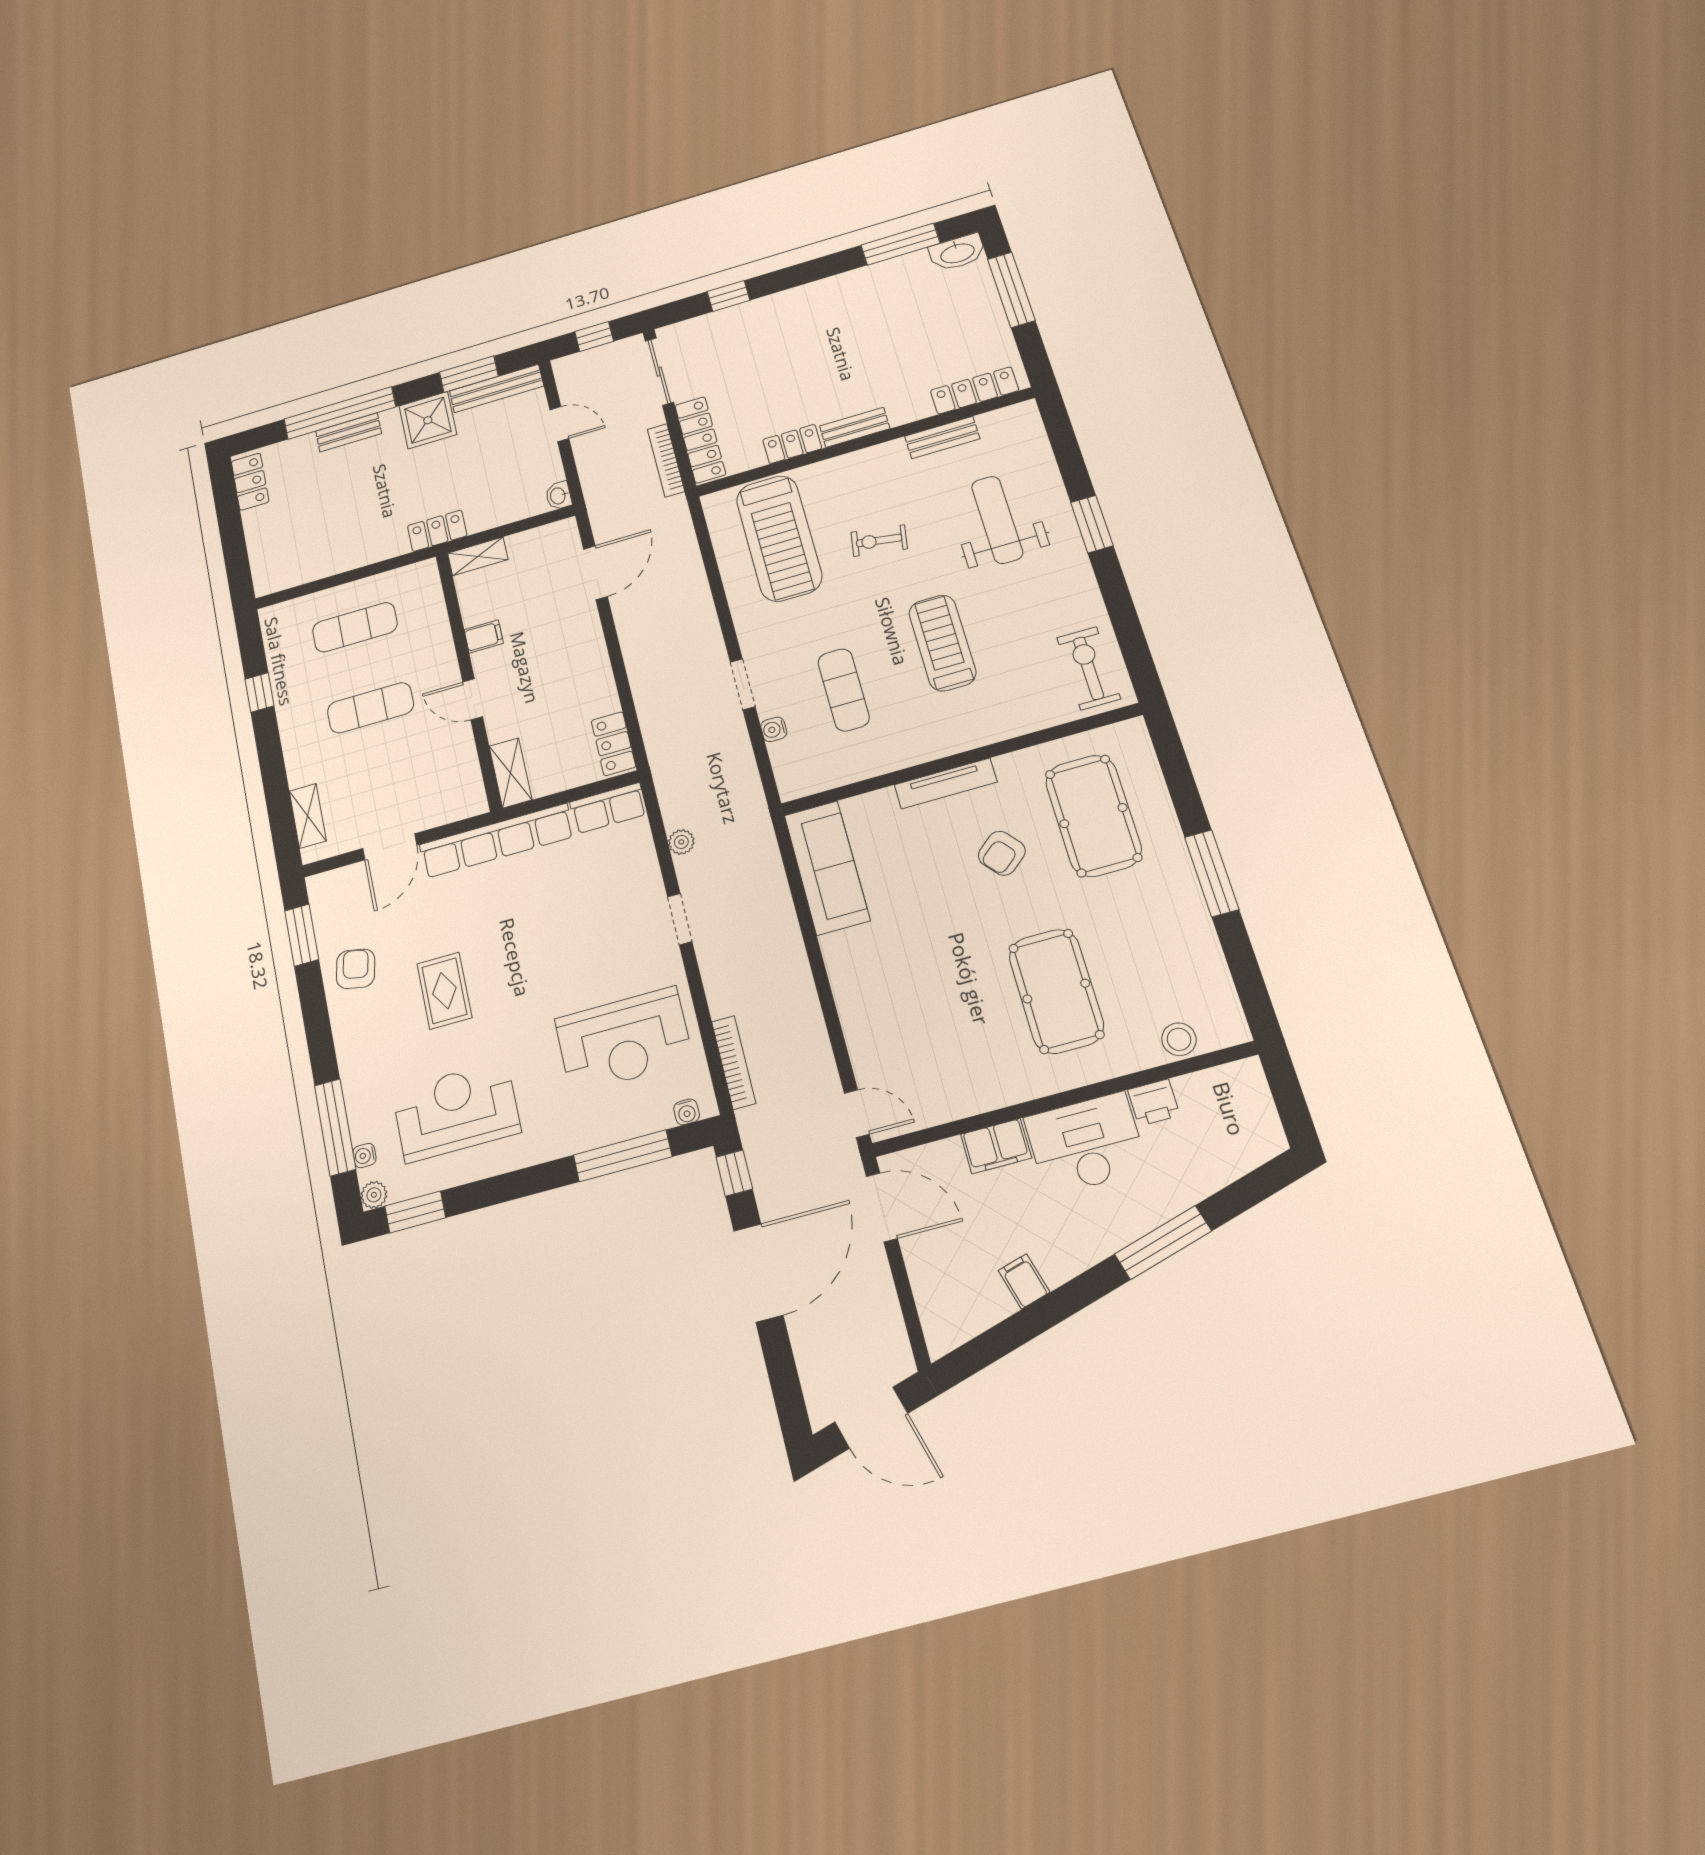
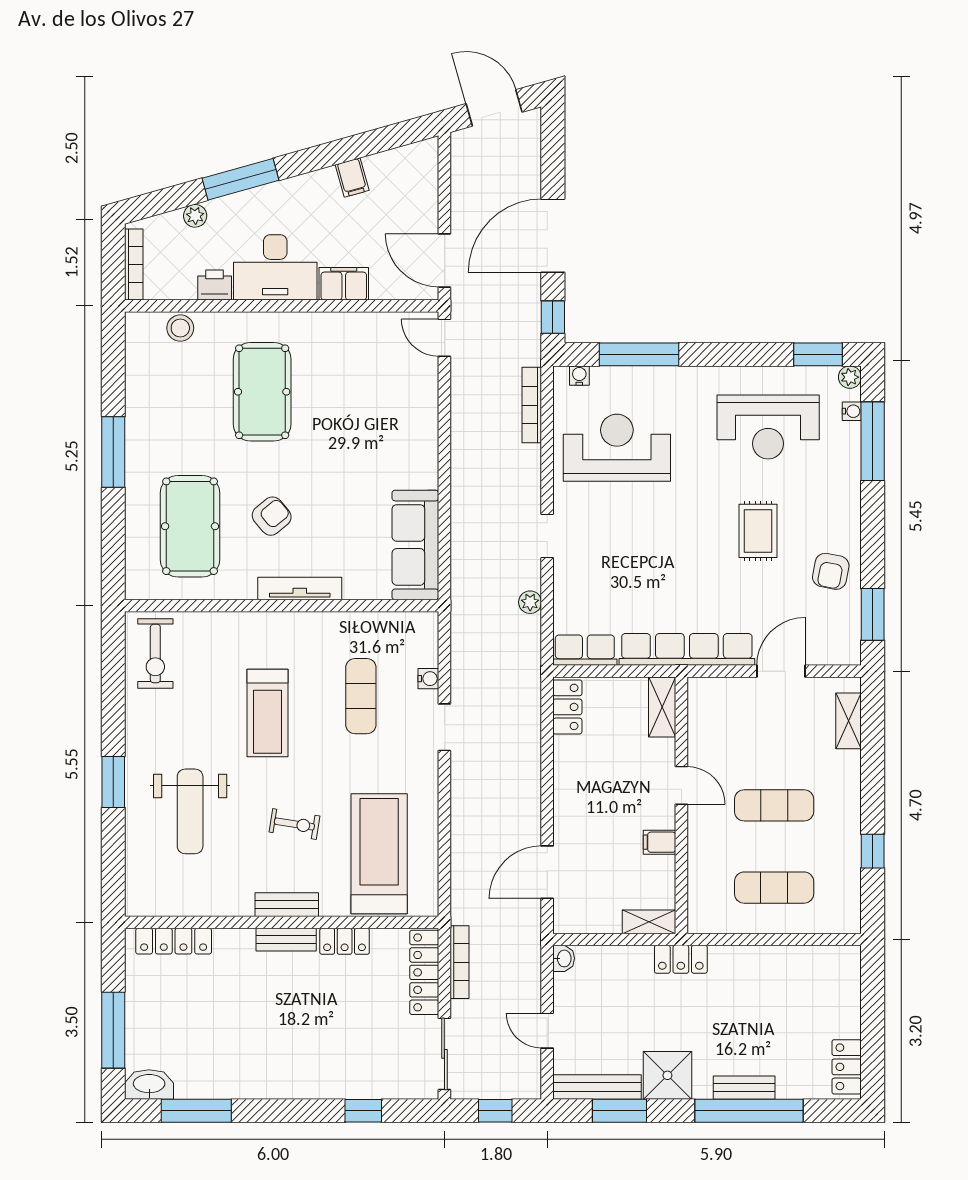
bench: (942, 437) -> (287, 905), moved
bookcase: (1262, 1101) -> (134, 265), added
plant: (1205, 1181) -> (195, 216), added

